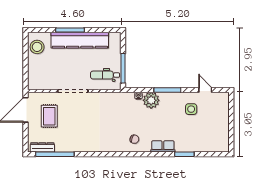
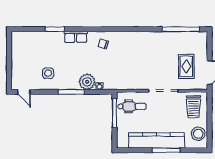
trolley: (42, 75) -> (193, 107), added
door: (205, 90) -> (24, 92), moved
dresser: (42, 147) -> (193, 36), removed

